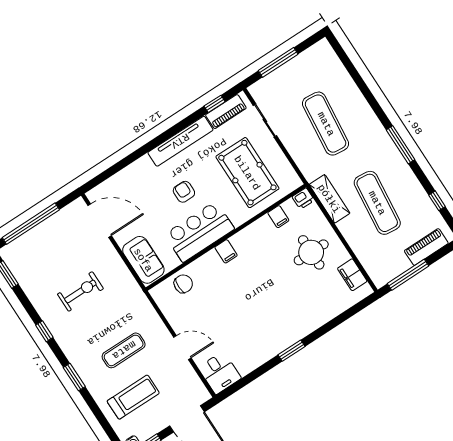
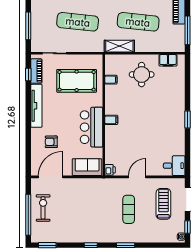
armchair: (184, 192) -> (51, 142), moved
printer: (303, 199) -> (110, 170), moved
chair: (183, 284) -> (114, 154), removed
exercise bike: (80, 291) -> (43, 208), moved
door: (182, 348) -> (137, 177), moved
treadmill: (133, 397) -> (163, 204), moved

